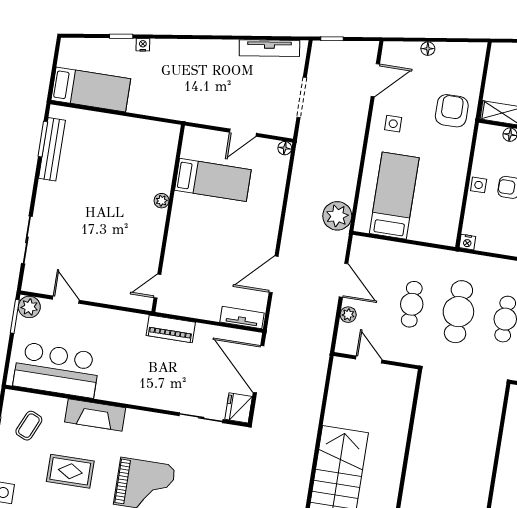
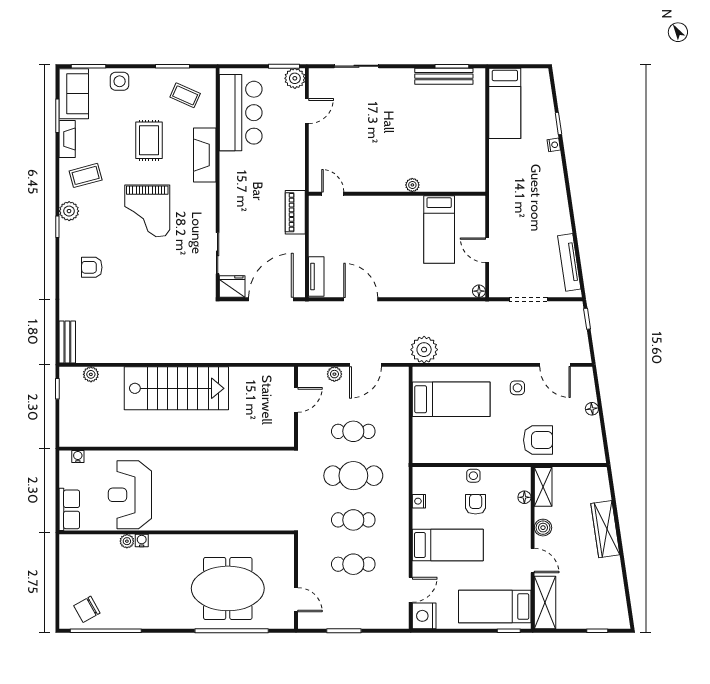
nightstand: (467, 242) -> (419, 501), moved

